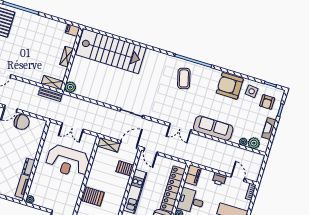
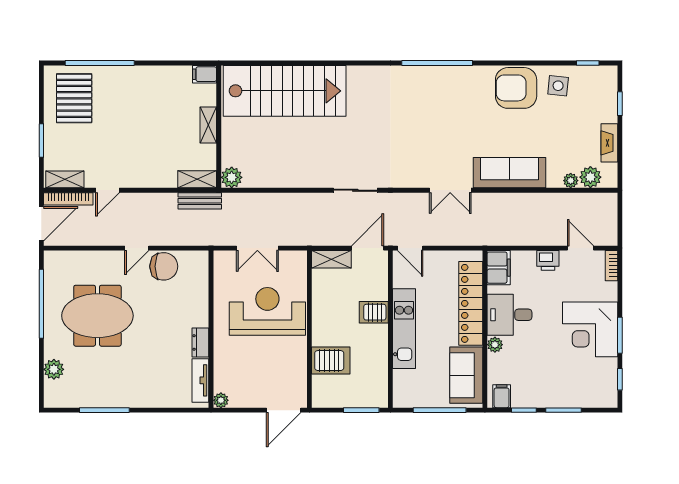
coffee table: (184, 78) -> (430, 100), removed
armchair: (267, 102) -> (592, 96), removed
reception desk: (68, 161) -> (267, 311), turned 180
server rack: (125, 168) -> (374, 312), moved

